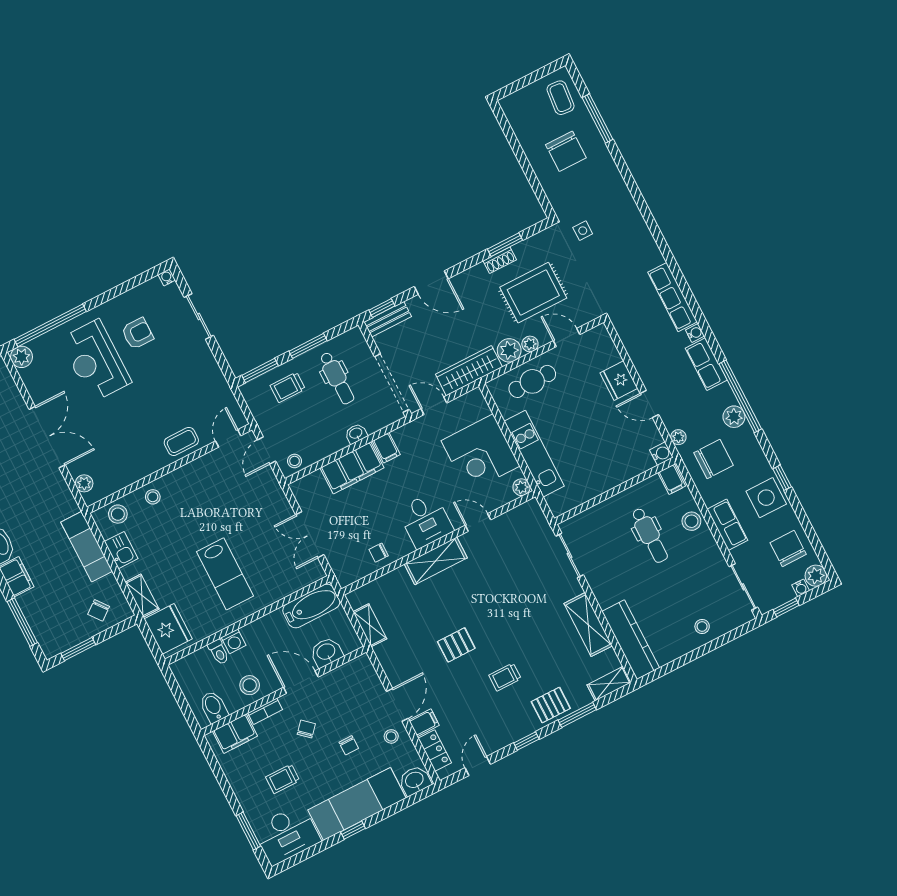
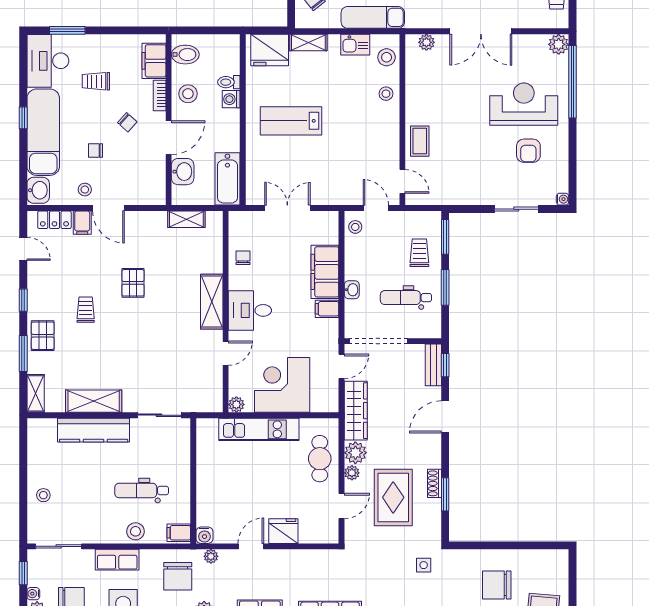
kitchen counter: (631, 640) -> (94, 430), moved
trolley: (283, 779) -> (96, 81), turned -90

